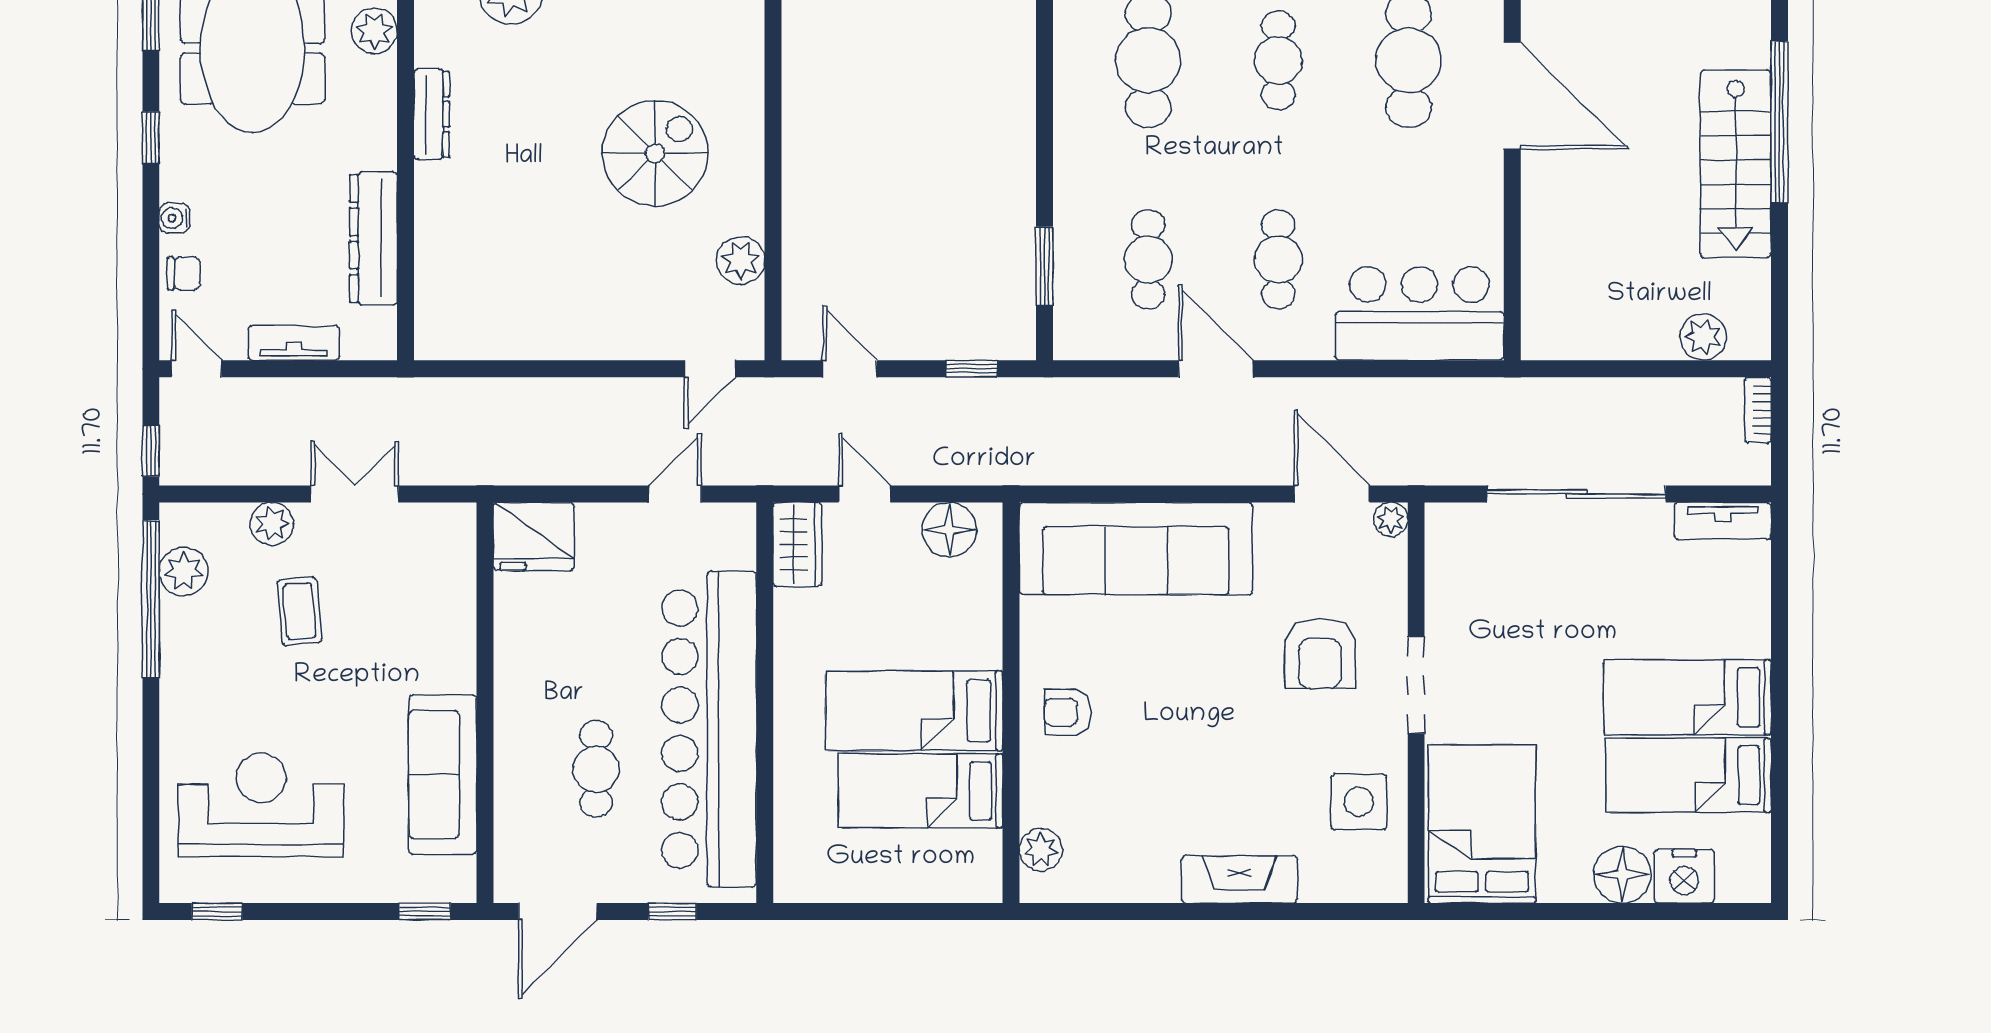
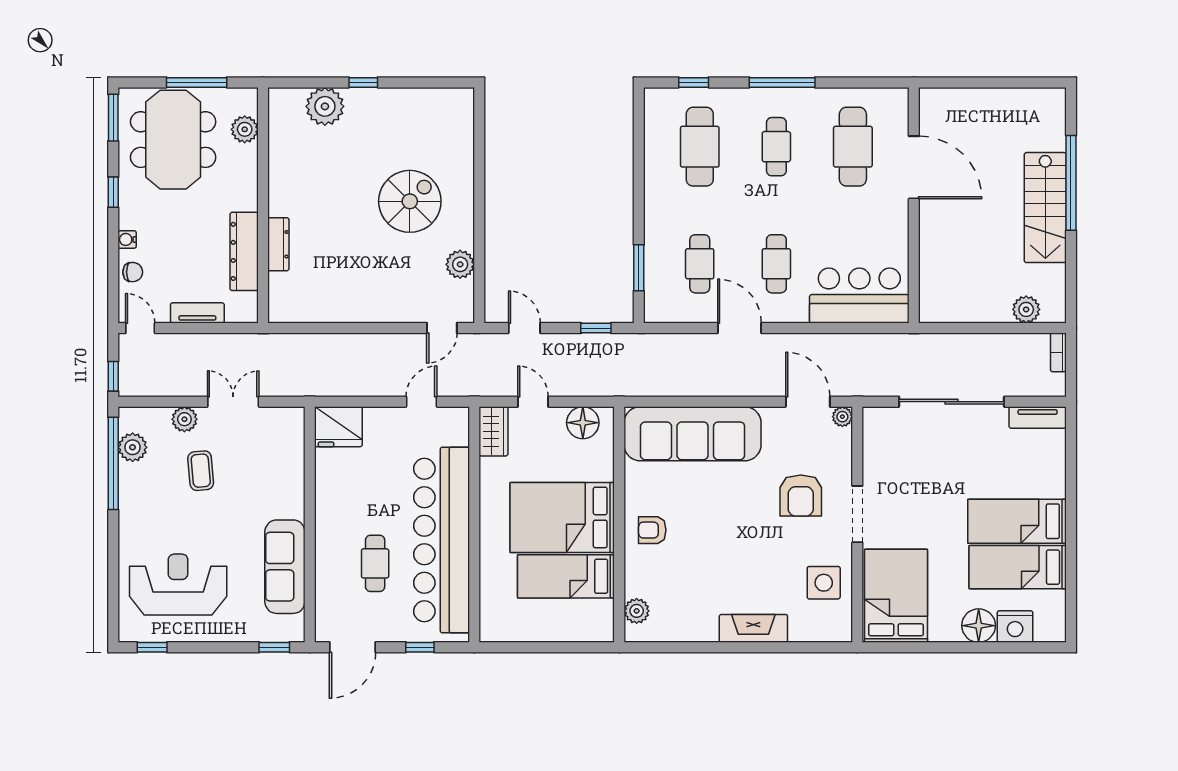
dresser: (432, 114) -> (278, 244), moved
bed: (914, 711) -> (562, 517), width x1.50

